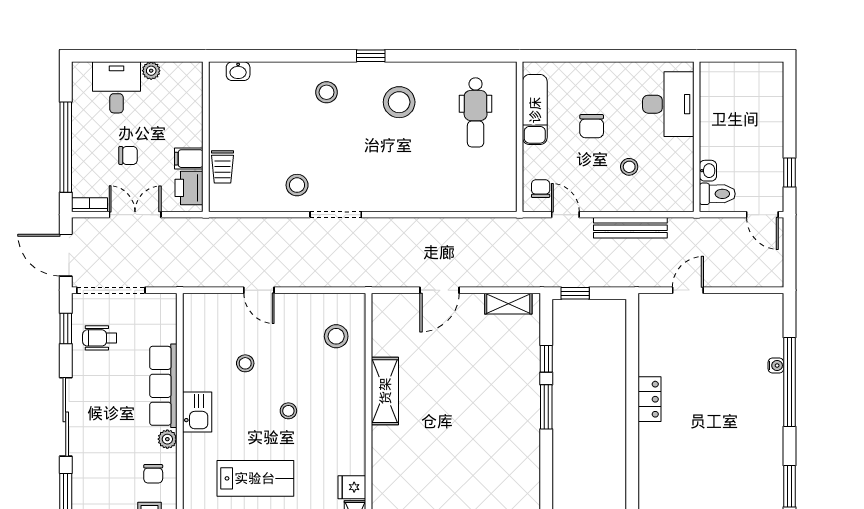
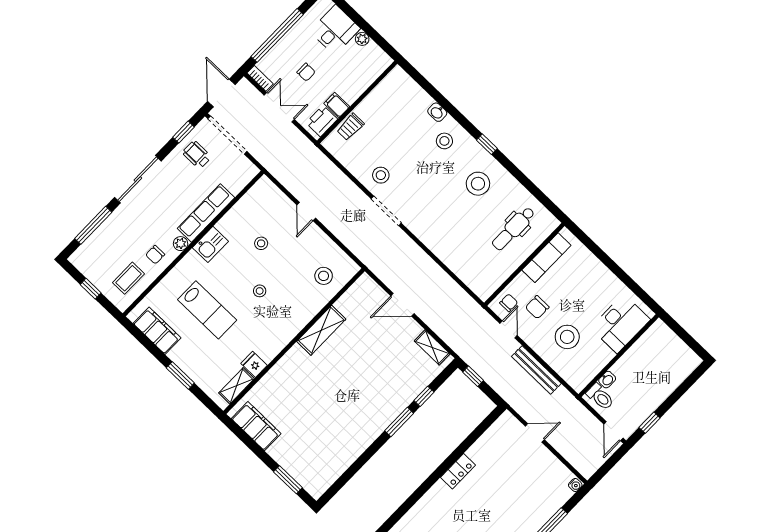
washbasin: (238, 71) -> (437, 112), moved
chair: (592, 126) -> (537, 307), moved
stool: (629, 167) -> (567, 337), width x1.89, depth x1.89
water cooler: (776, 366) -> (575, 485), moved

